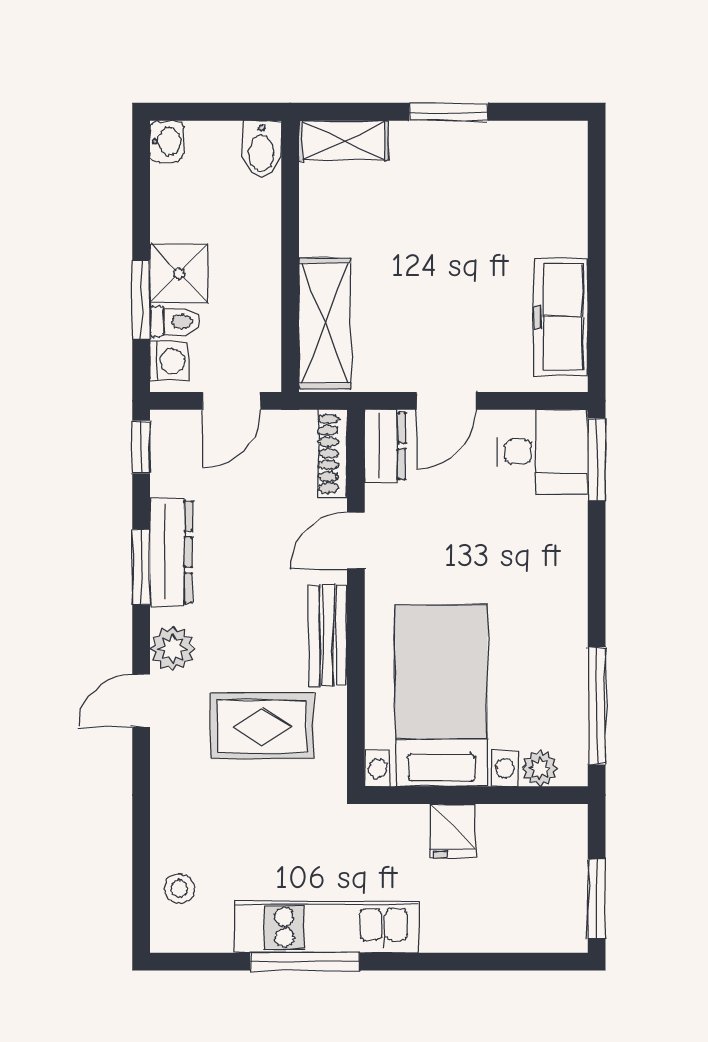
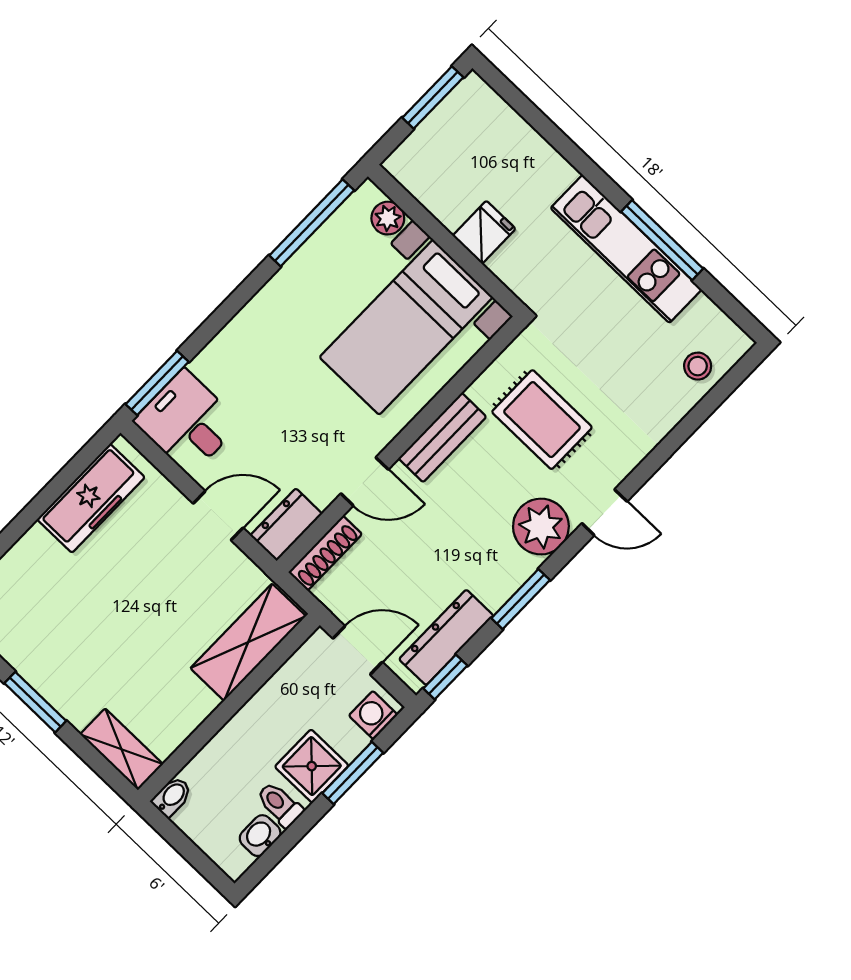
washbasin: (167, 141) -> (260, 836), moved
bidet: (262, 149) -> (172, 797), width x0.72, depth x0.74
toilet: (175, 321) -> (280, 805), moved
dresser: (171, 552) -> (446, 637), moved
plant: (173, 649) -> (541, 527), width x1.36, depth x1.36

